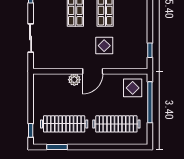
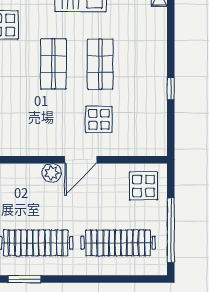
window: (150, 50) -> (171, 88), moved
window: (150, 102) -> (171, 230), moved

